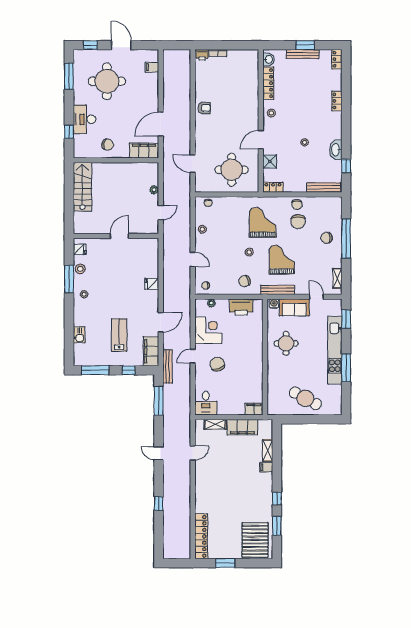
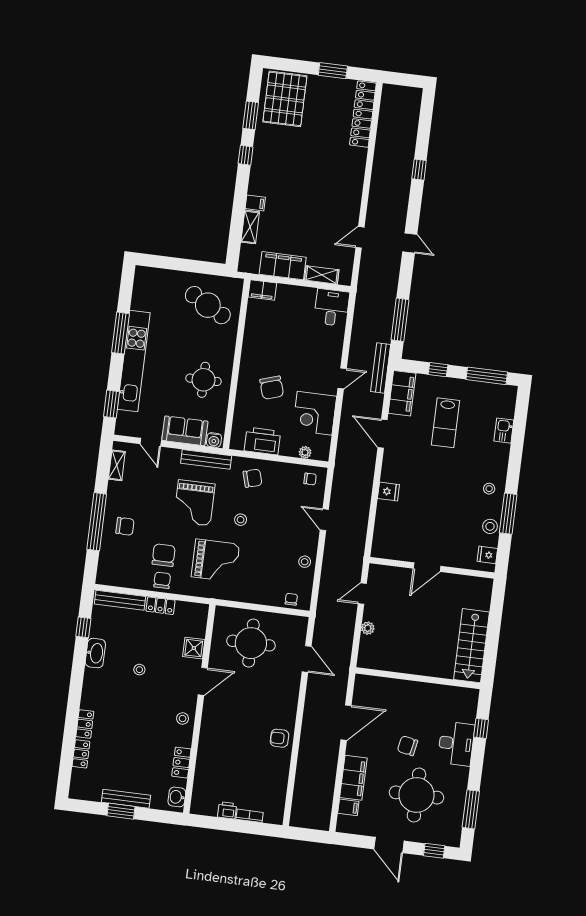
printer: (202, 55) -> (227, 810), moved
locker: (337, 59) -> (81, 754), moved
locker: (268, 83) -> (181, 763), width x0.66
chair: (108, 145) -> (408, 746), moved
filing cabinet: (144, 151) -> (353, 778), moved, turned -90
locker: (273, 187) -> (160, 606), moved
grand piano: (263, 222) -> (215, 561), turned -90
door: (161, 322) -> (383, 434), hinge flipped
chair: (217, 364) -> (272, 388), moved
cafe table: (305, 398) -> (208, 305), moved

